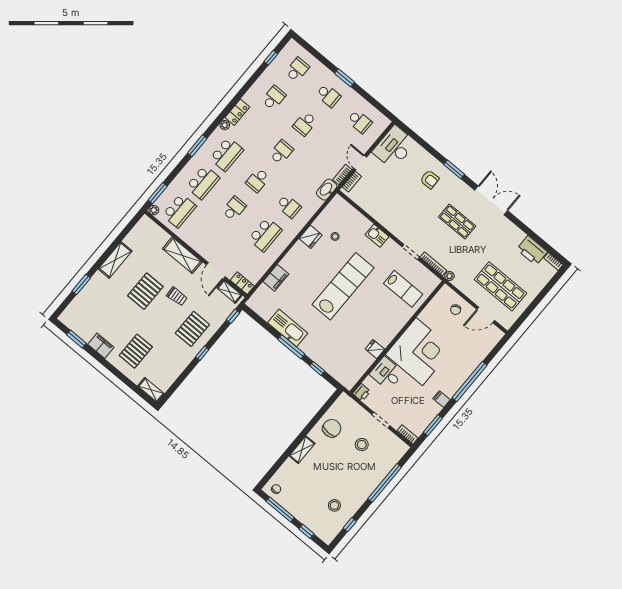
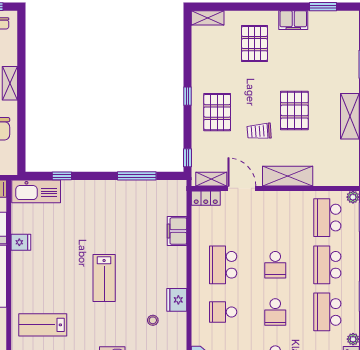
school desk: (258, 180) -> (275, 312), turned 180
lab bench: (343, 286) -> (104, 278), width x0.54, depth x0.72
kitchen sink: (288, 328) -> (36, 191), moved
window: (291, 347) -> (137, 176), moved

